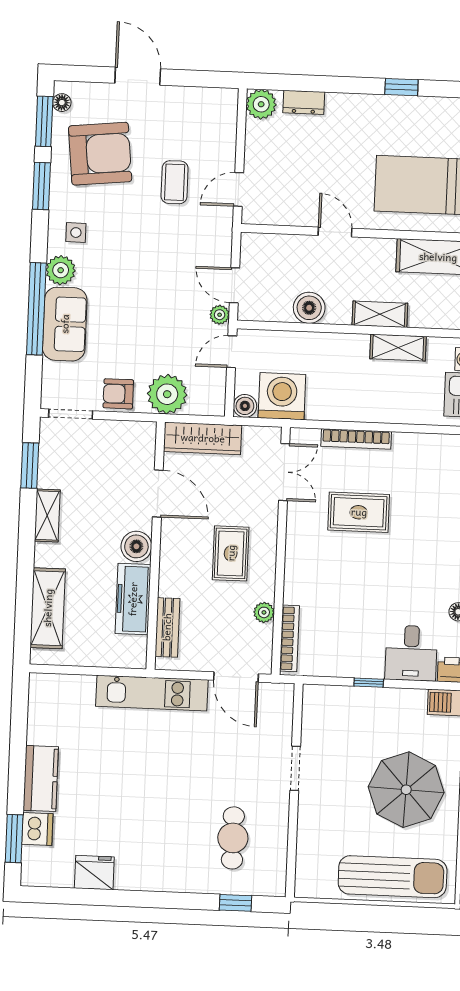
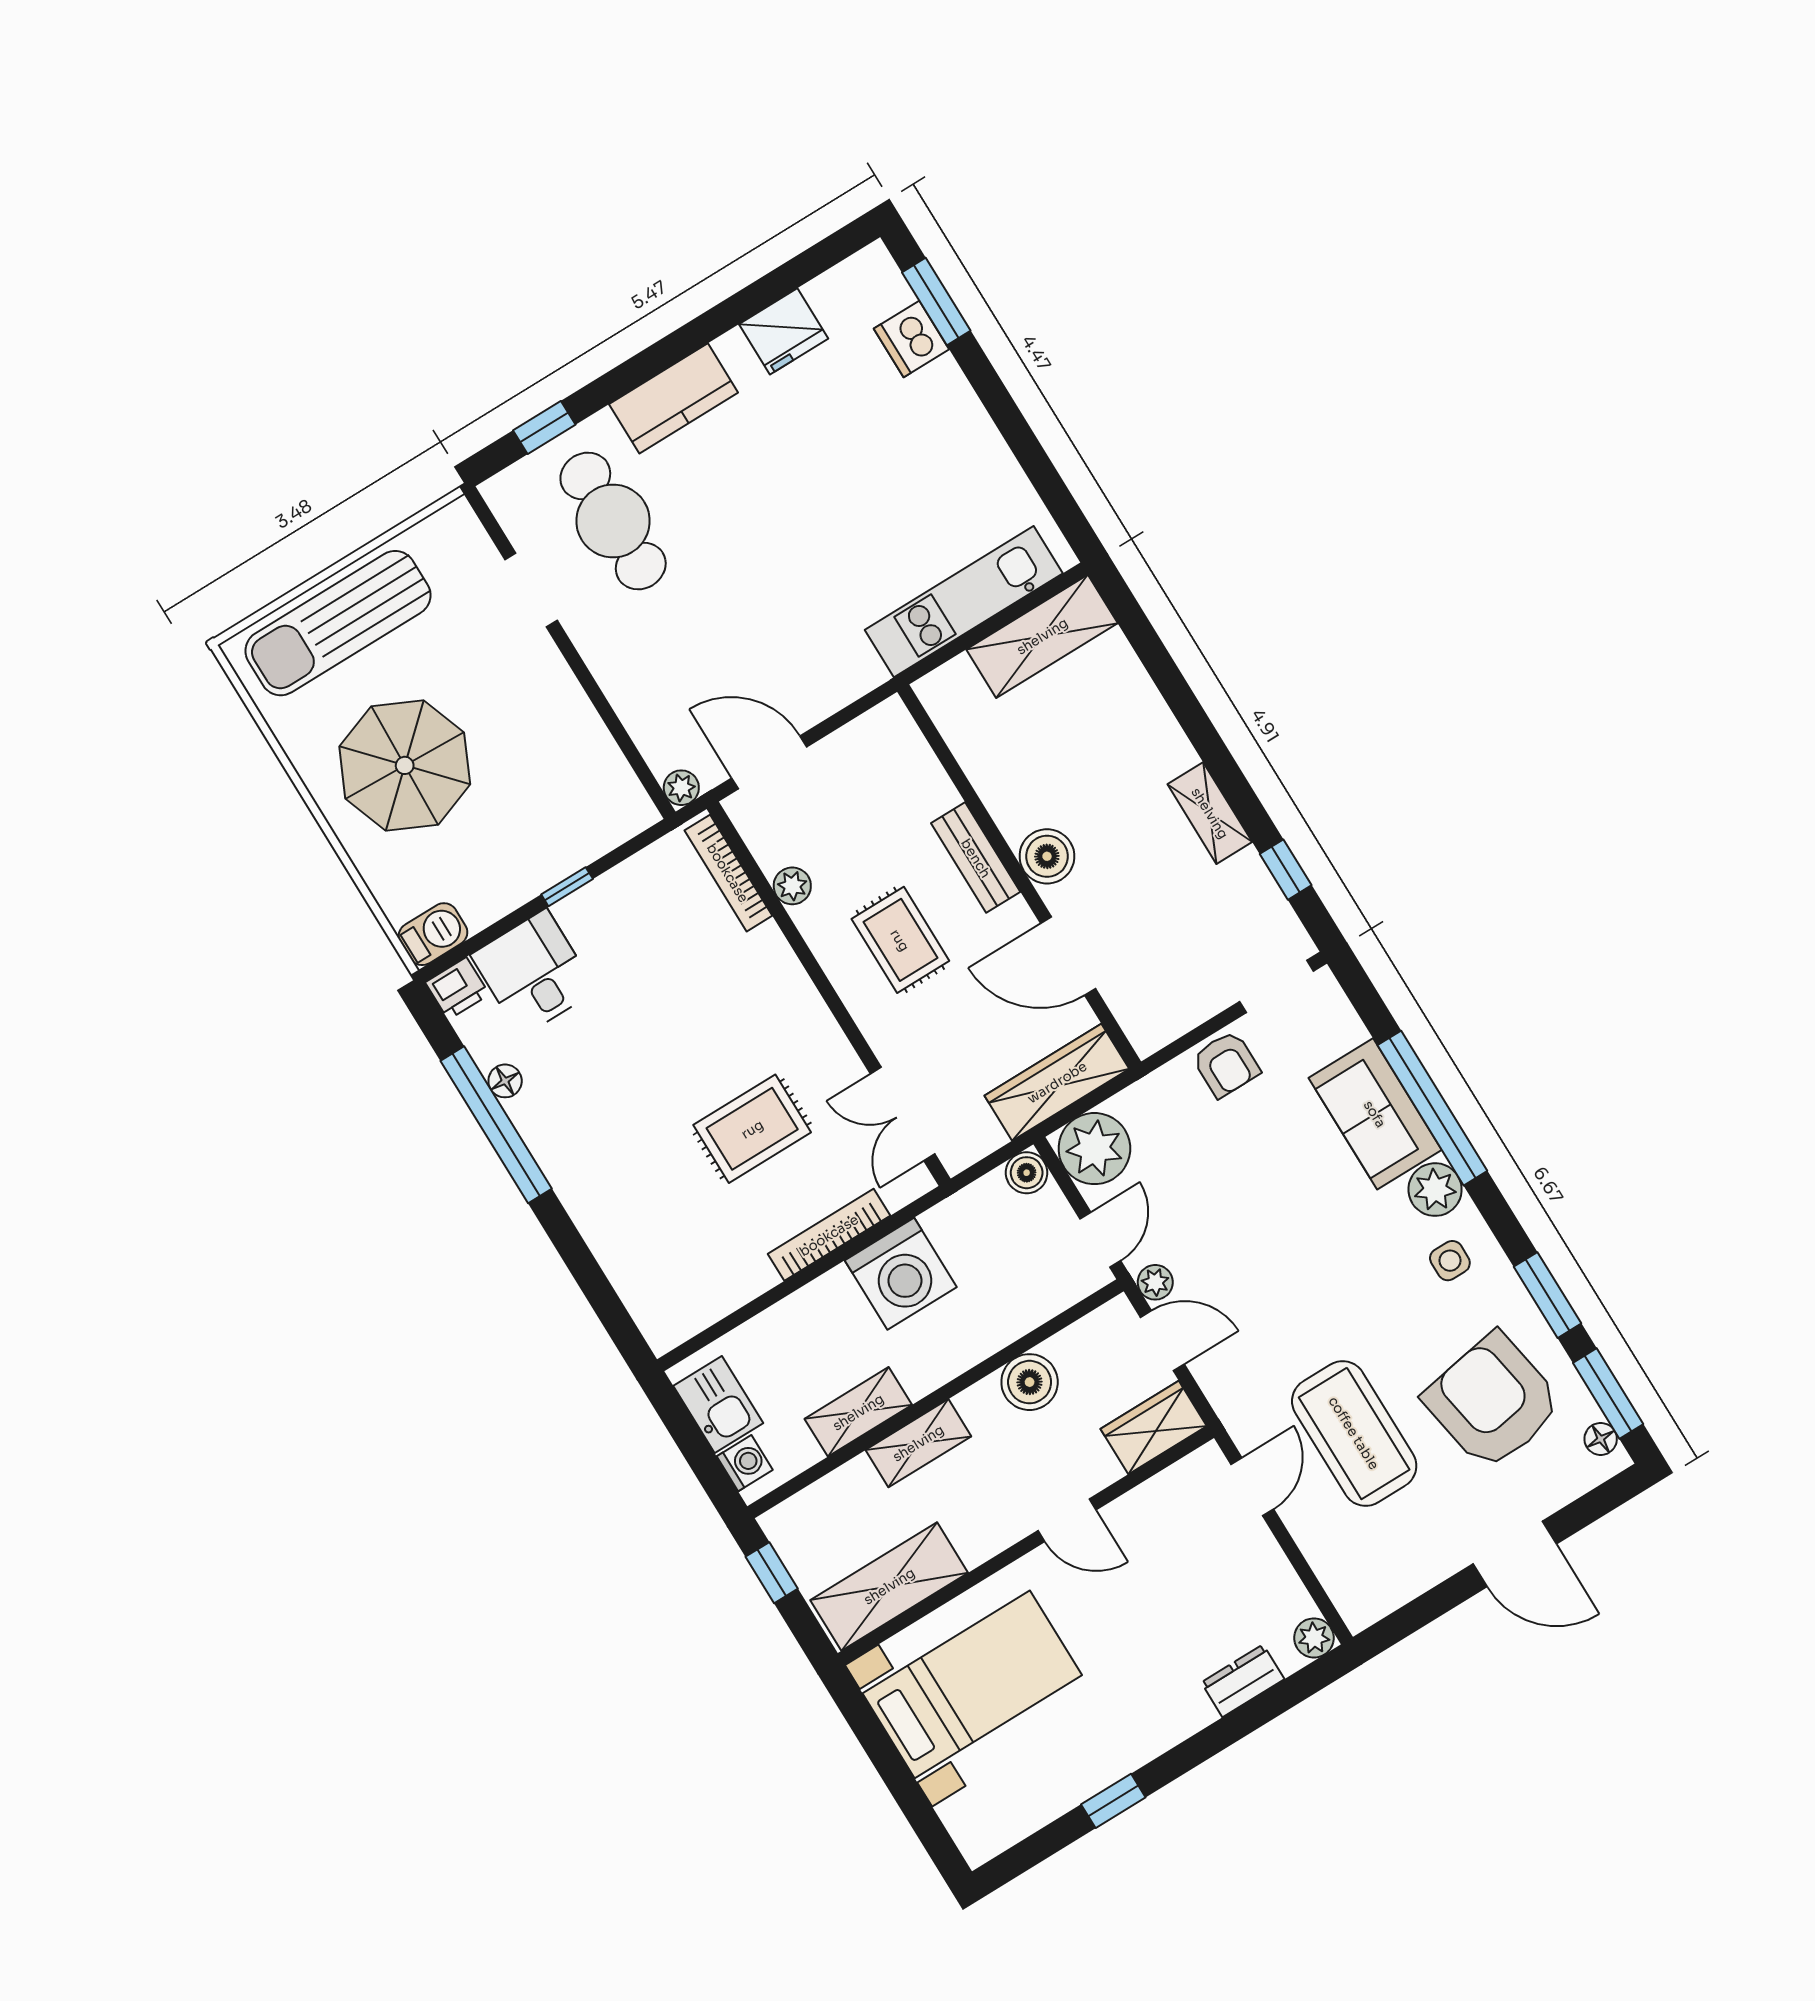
plant: (261, 104) -> (1314, 1638), width x0.73, depth x0.73
armchair: (100, 154) -> (1493, 1401), turned 86
coffee table: (175, 182) -> (1354, 1433), width x1.86, depth x1.72
wardrobe: (266, 248) -> (1154, 1427), added
armchair: (118, 394) -> (1226, 1064), turned 90
plant: (167, 394) -> (1094, 1149), moved
washing machine: (282, 396) -> (901, 1274), moved
window: (30, 465) -> (1286, 870), width x0.67
freezer: (133, 599) -> (999, 775), removed
shelving: (48, 608) -> (1042, 636), moved, turned 90
bench: (167, 627) -> (976, 858), moved
kitchen unit: (152, 693) -> (964, 602), moved
plant: (285, 693) -> (681, 788), added
doorway: (295, 768) -> (531, 590), moved
kitchen counter: (41, 778) -> (674, 398), moved, turned -90
cafe table: (233, 838) -> (613, 521), width x1.37, depth x1.35

